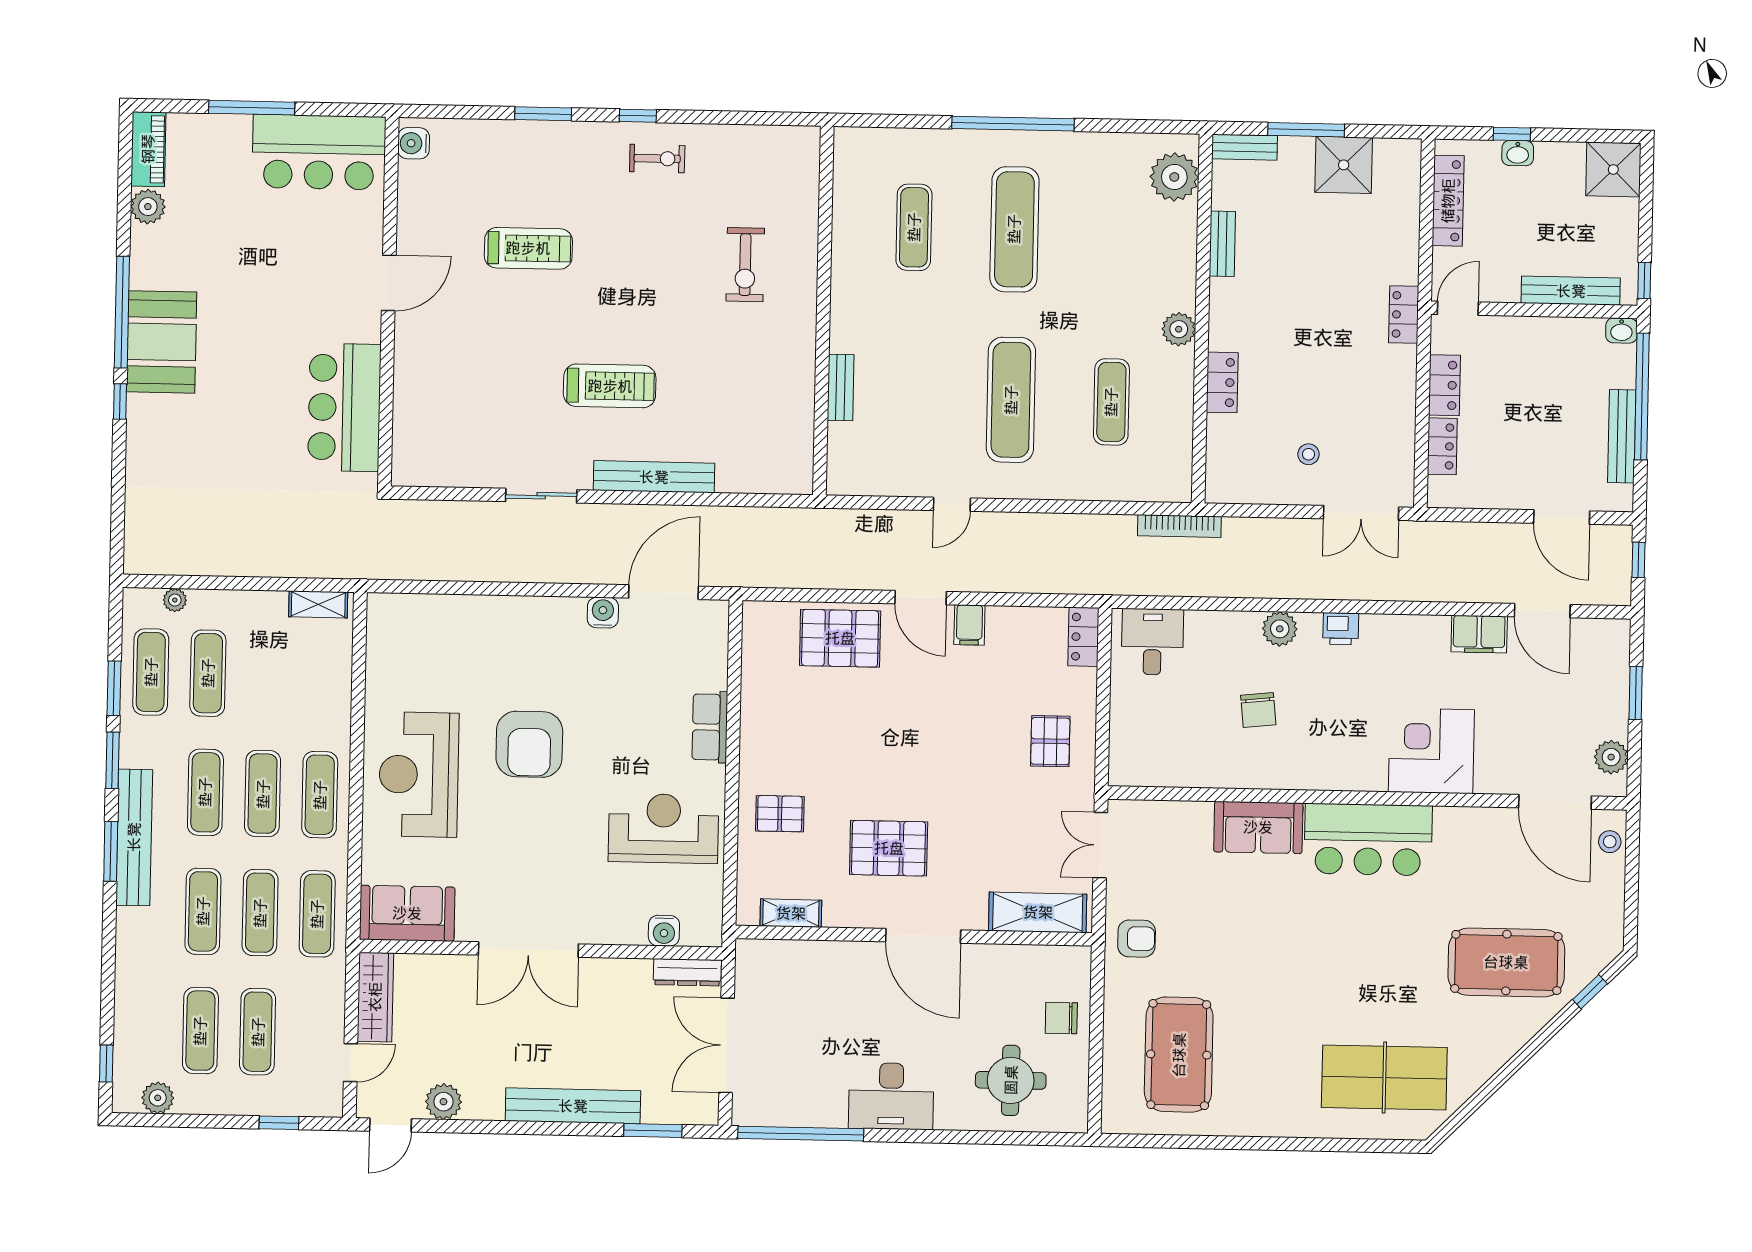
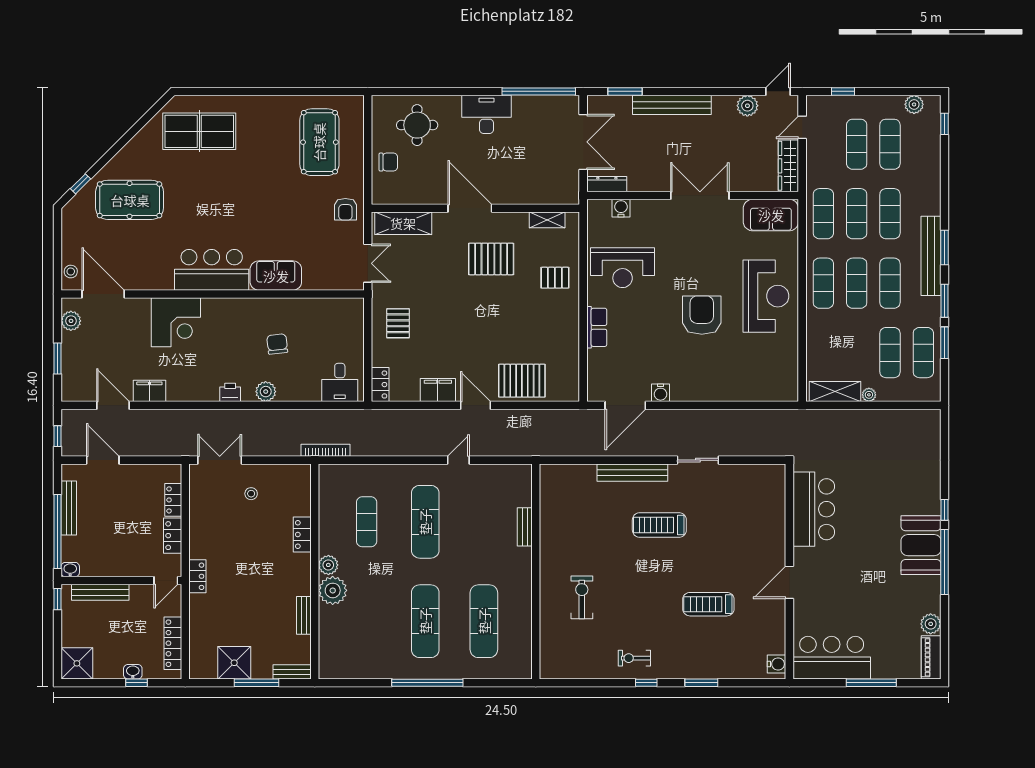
plant: (1174, 177) -> (333, 590), moved
exercise mat: (914, 227) -> (484, 621), width x1.36, depth x1.45
plant: (175, 600) -> (869, 395), moved
shelving: (318, 604) -> (835, 392), width x1.50, depth x1.33
filing cabinet: (969, 625) -> (438, 390), width x2.00
armchair: (1137, 939) -> (345, 209), turned -90

